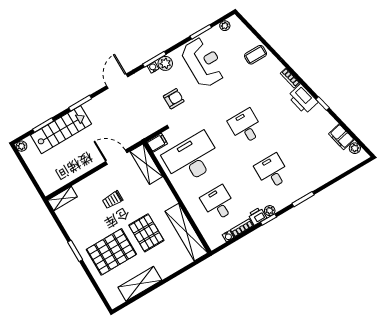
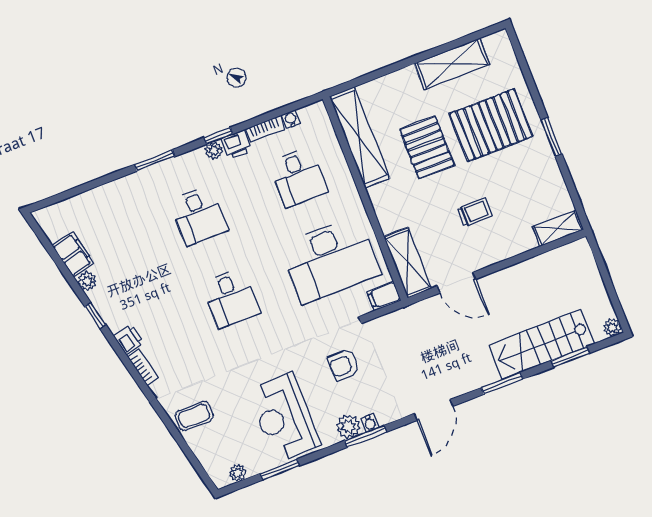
printer: (303, 99) -> (129, 340), width x0.53, depth x0.68
plant: (355, 148) -> (87, 281), moved

